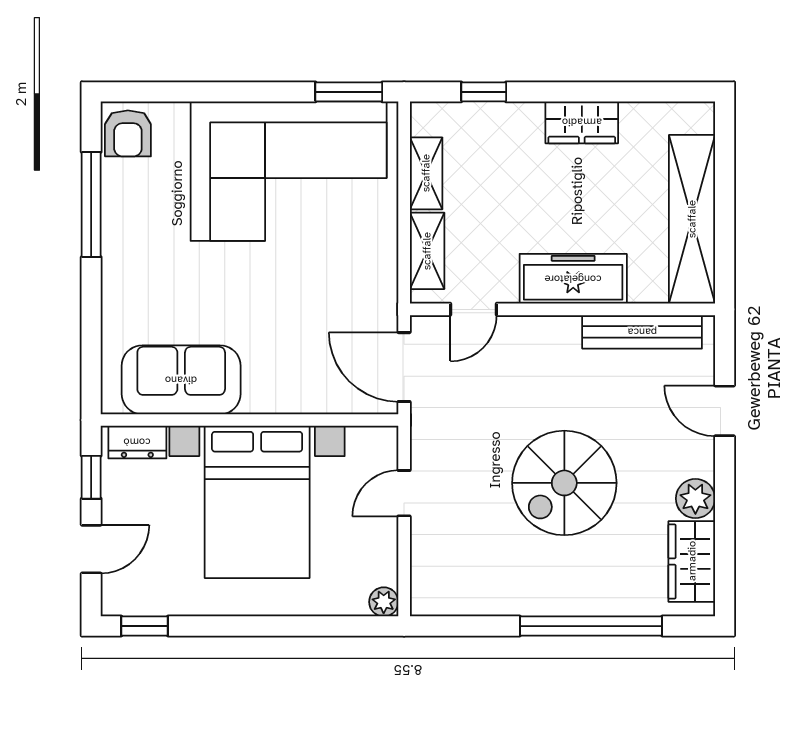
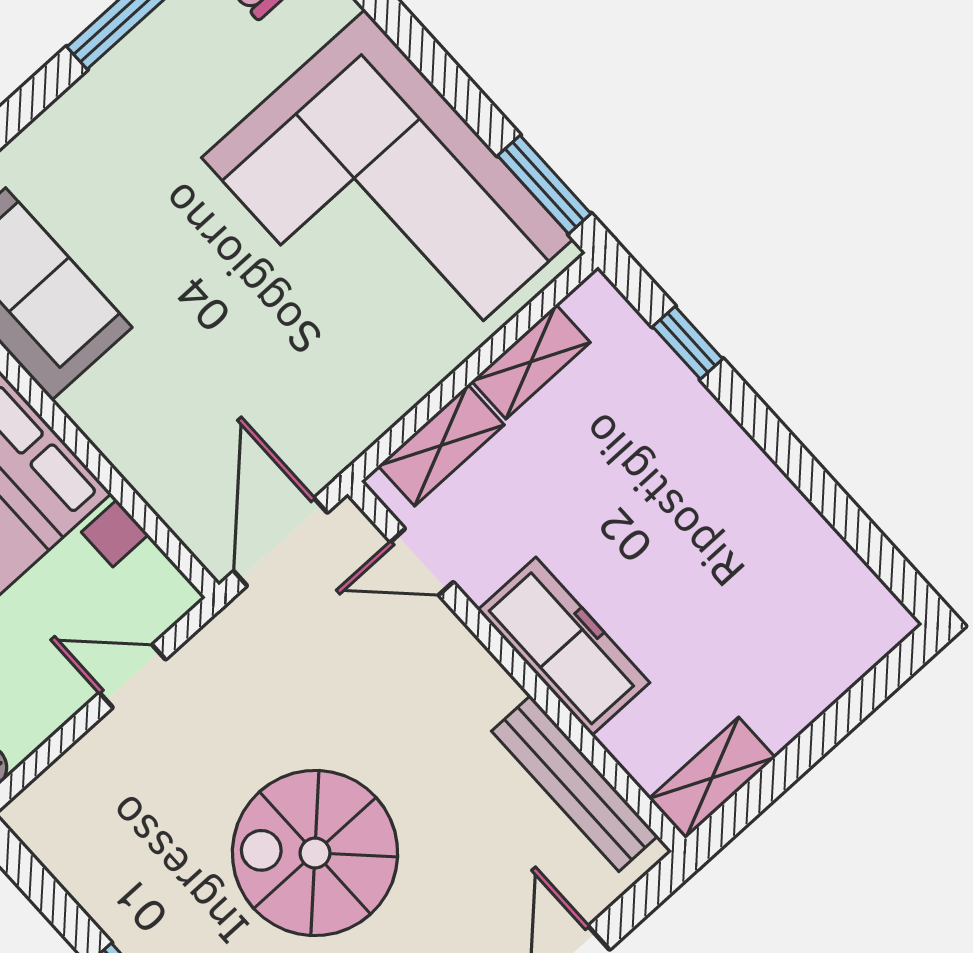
wardrobe: (582, 122) -> (756, 490), removed
shelving: (692, 219) -> (712, 778), width x0.45, depth x0.75

